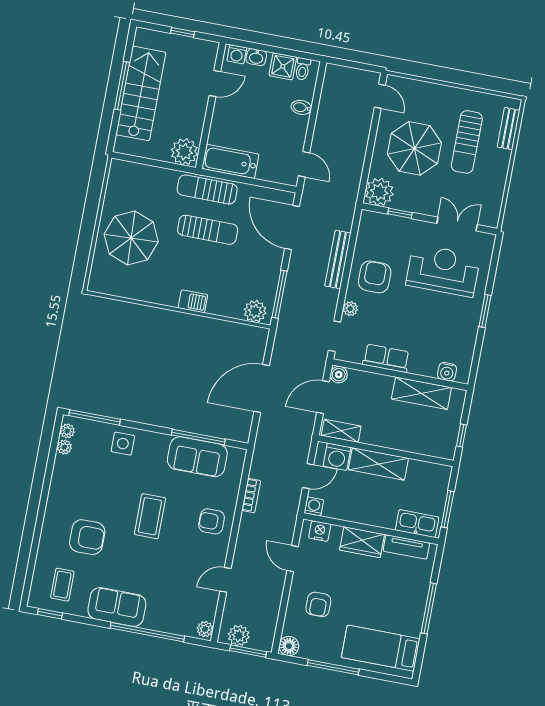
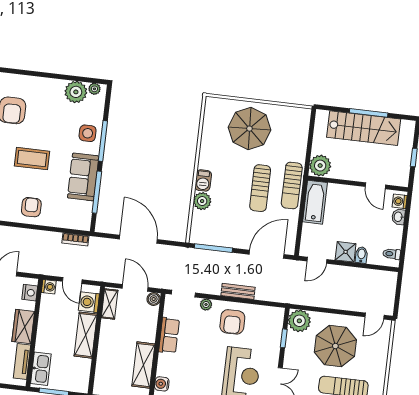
shower: (283, 66) -> (346, 252), moved
sun lounger: (207, 190) -> (292, 186), turned 180
bench: (338, 260) -> (238, 291), width x0.73
armchair: (375, 277) -> (232, 322), turned 90
plant: (255, 311) -> (202, 201), moved
window: (94, 417) -> (103, 141), moved
plant: (64, 447) -> (76, 92), width x1.88, depth x1.88
sofa: (197, 457) -> (83, 177), moved
bookcase: (251, 495) -> (75, 239), moved

